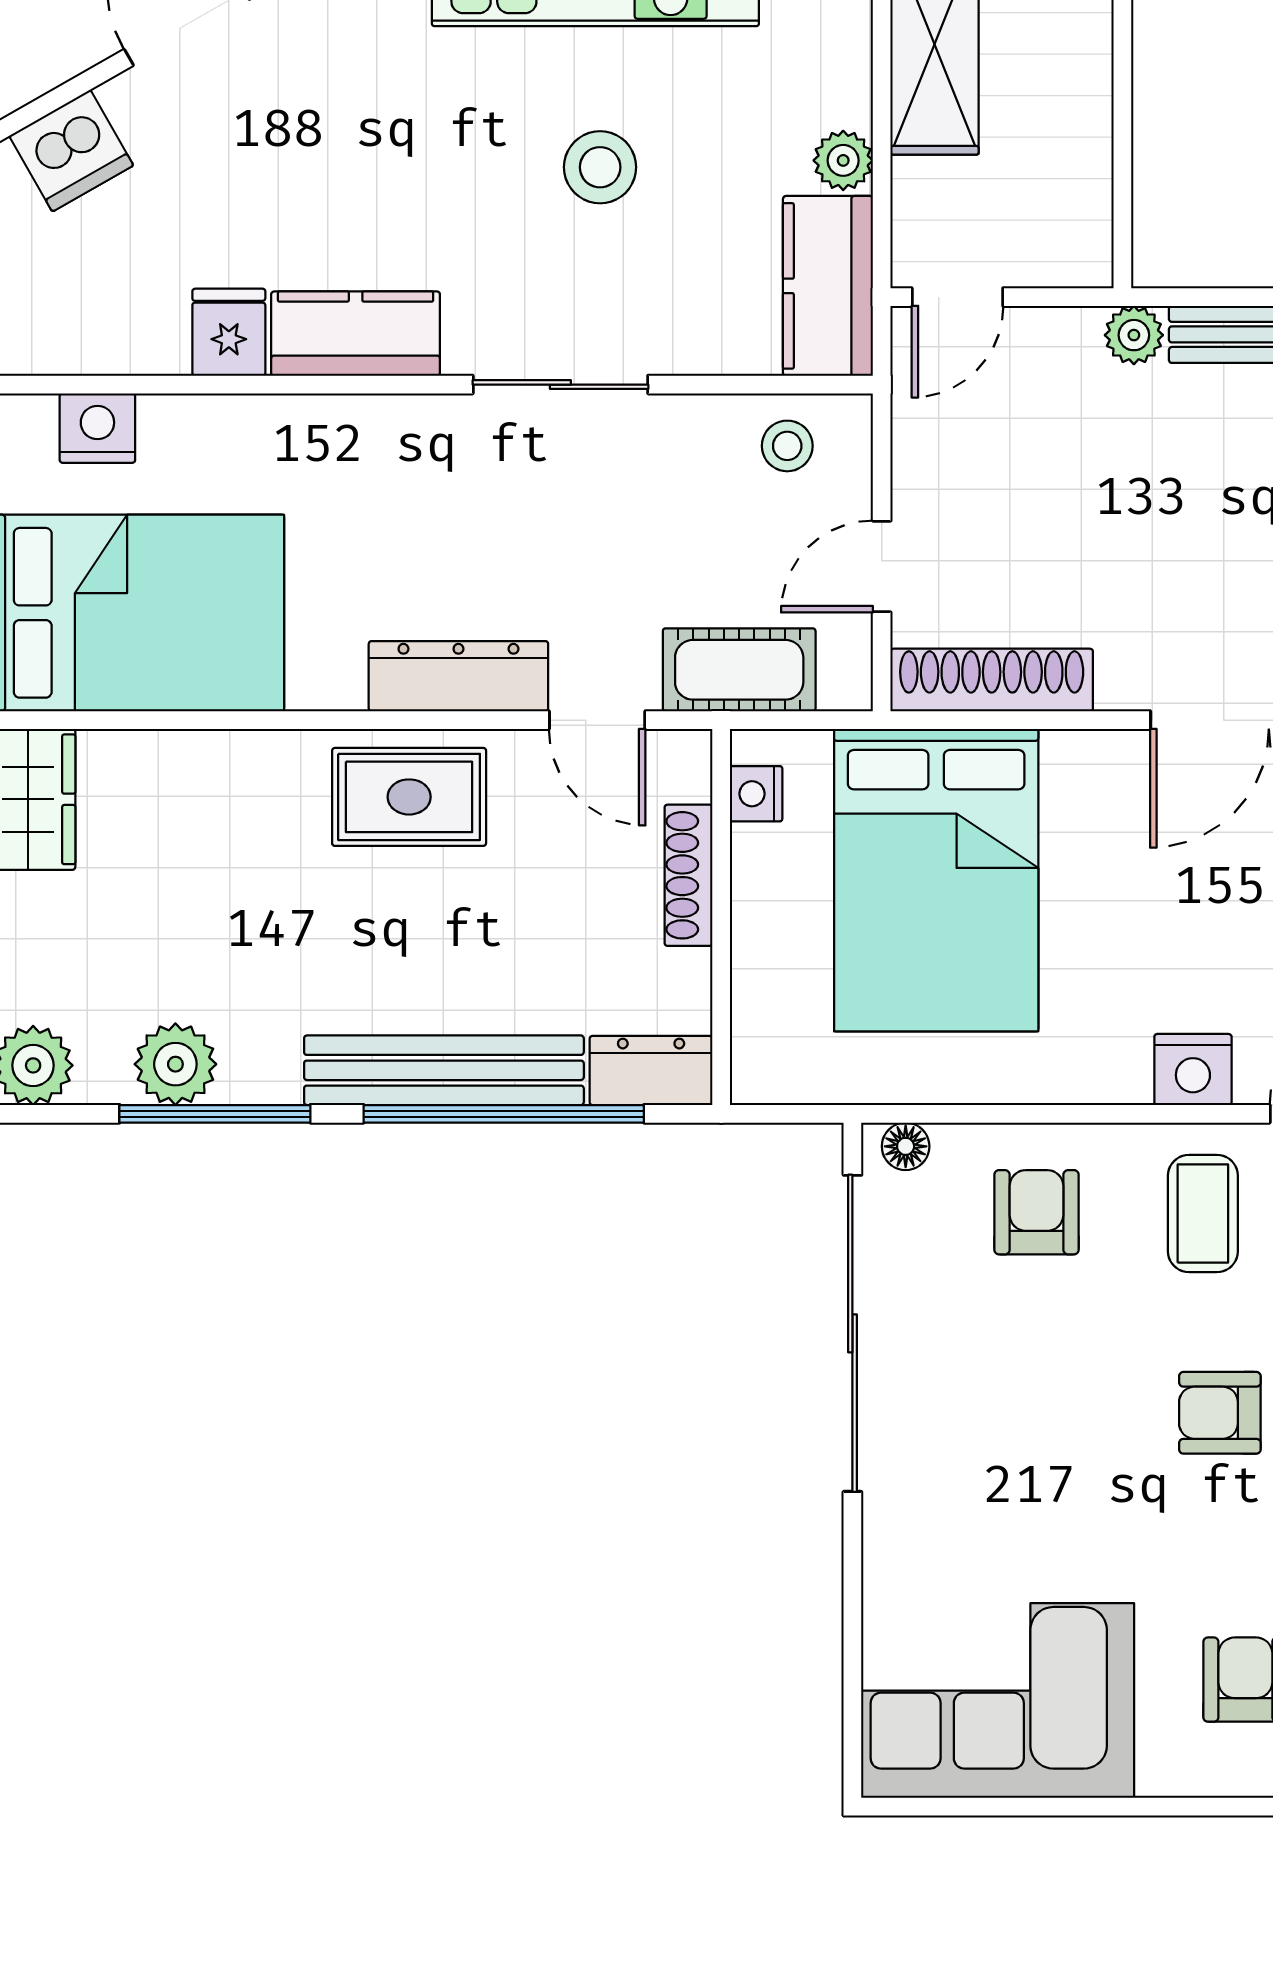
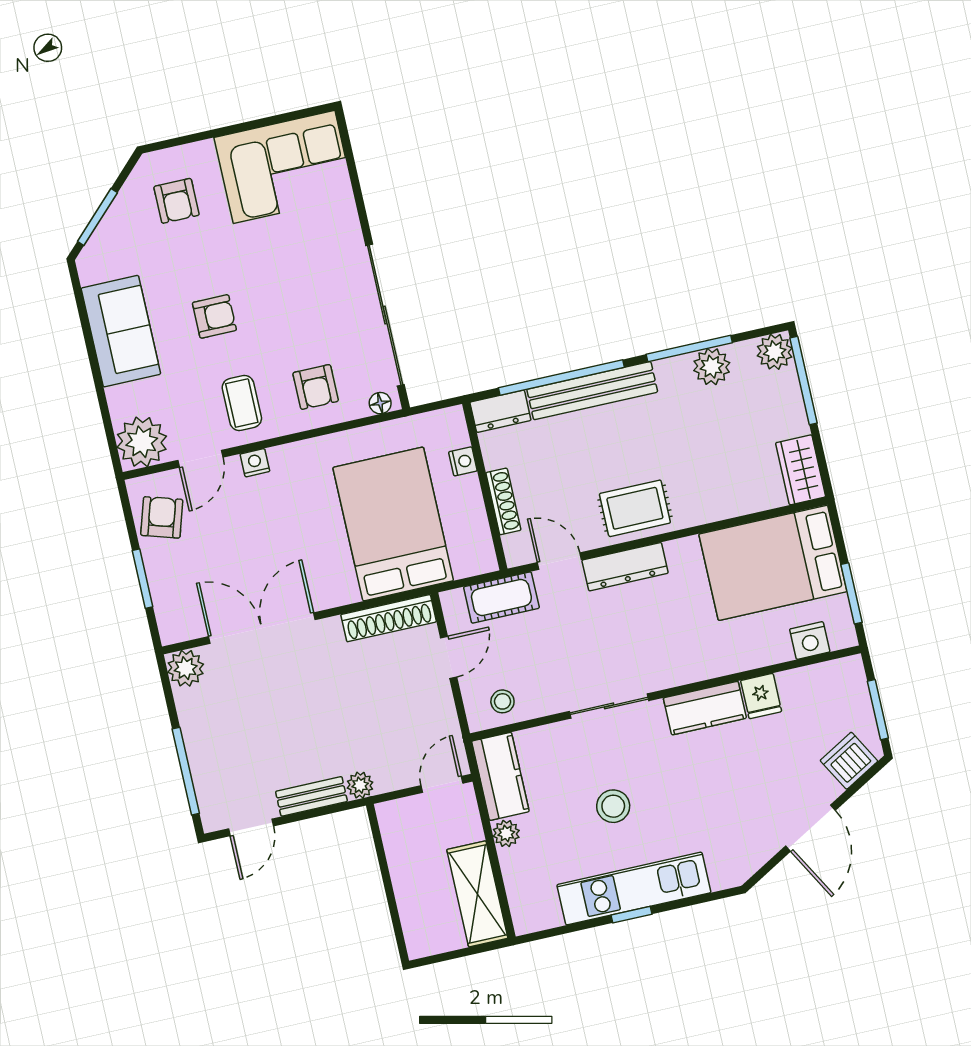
nightstand: (756, 794) -> (463, 461), moved
nightstand: (1193, 1070) -> (255, 463), width x0.72, depth x0.74

